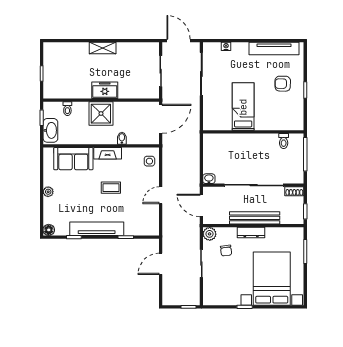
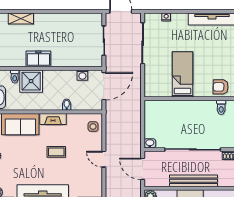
shelving: (103, 48) -> (21, 19), moved
armchair: (283, 84) -> (221, 87), moved
freezer: (105, 90) -> (38, 59), moved
washing machine: (138, 107) -> (82, 75), added
shower: (101, 114) -> (31, 81), moved
door: (161, 195) -> (104, 159), hinge flipped

